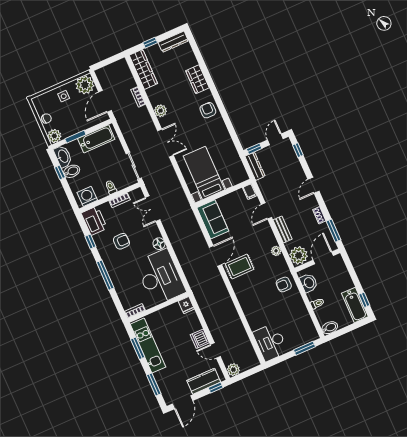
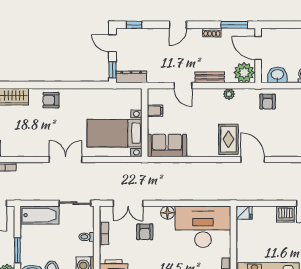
plant: (160, 111) -> (30, 150), removed
bathtub: (96, 139) -> (40, 215), moved, turned 90
door: (313, 185) -> (178, 25), hinge flipped
filing cabinet: (250, 192) -> (155, 111), moved
armchair: (121, 241) -> (145, 232), moved, turned 180
door: (215, 256) -> (253, 159), moved

